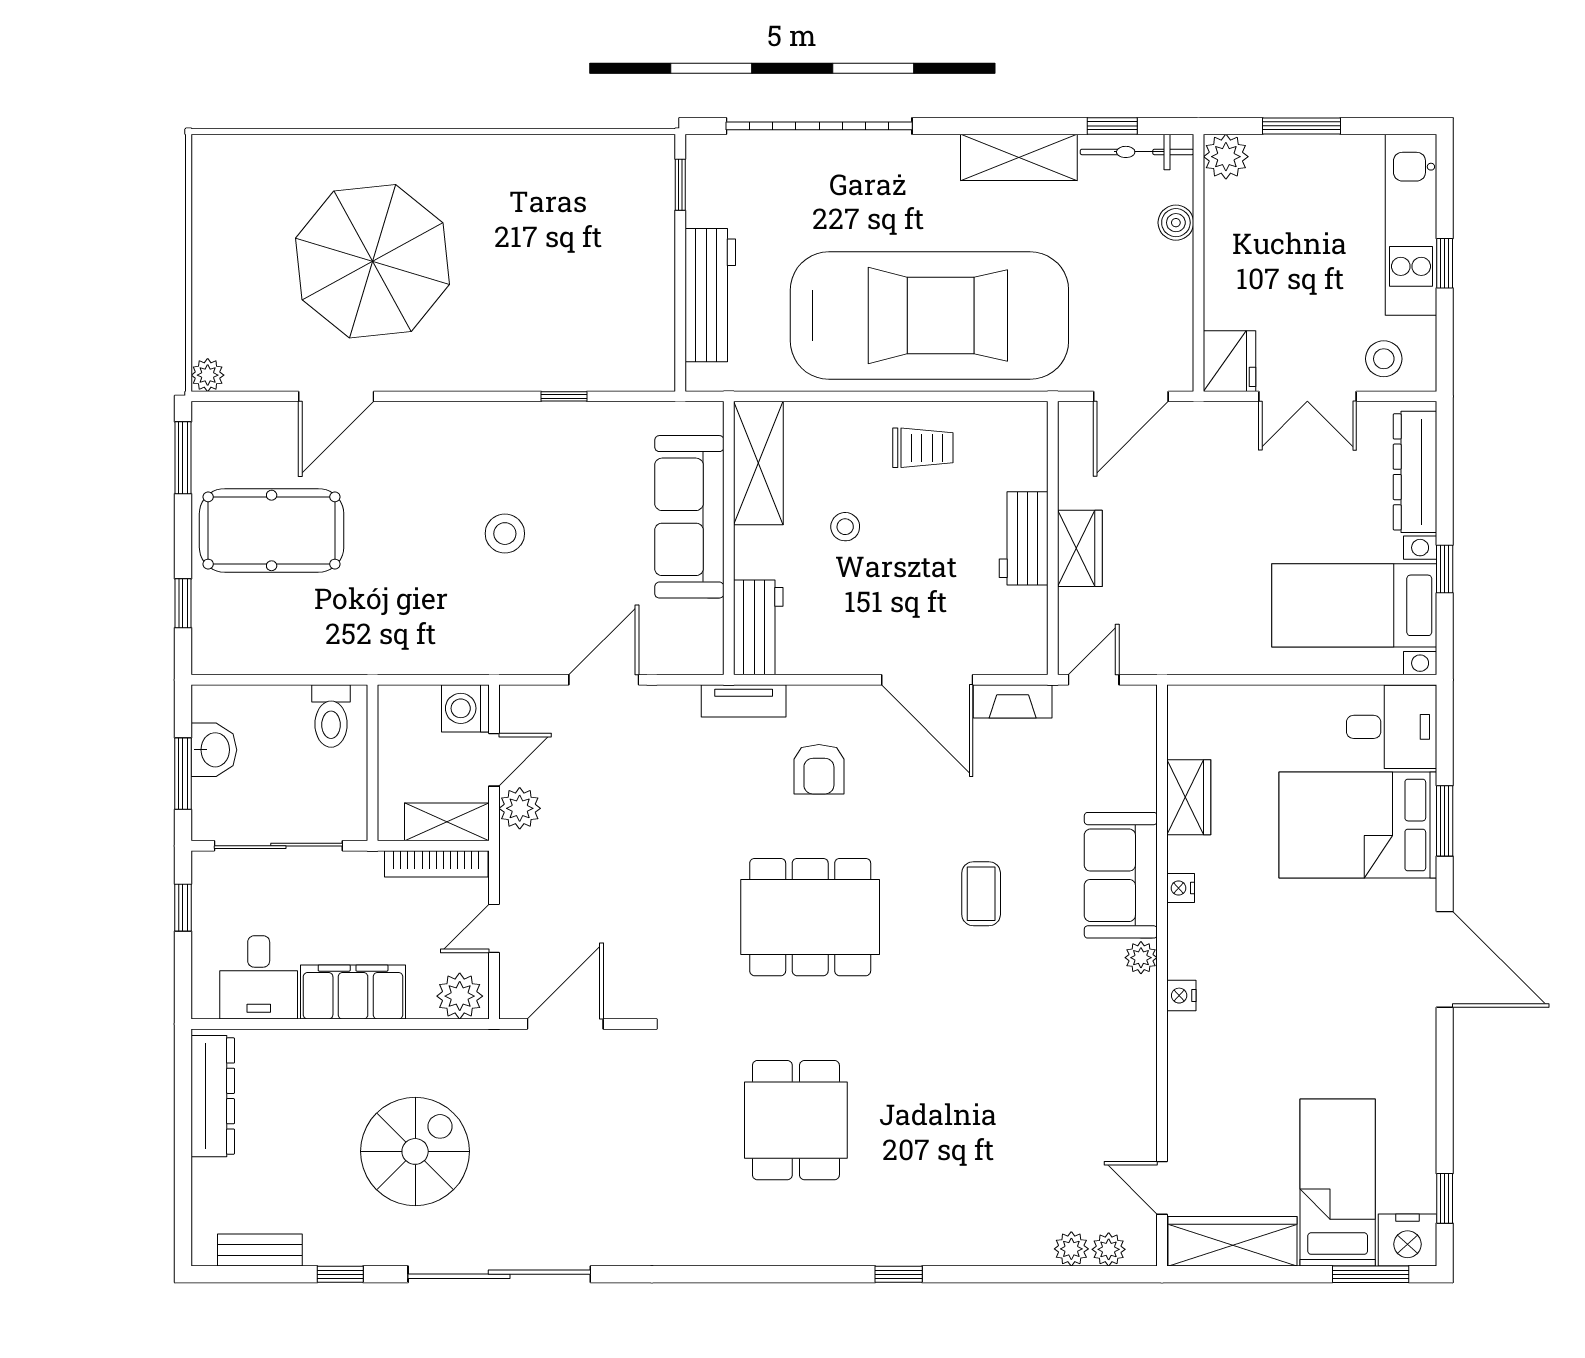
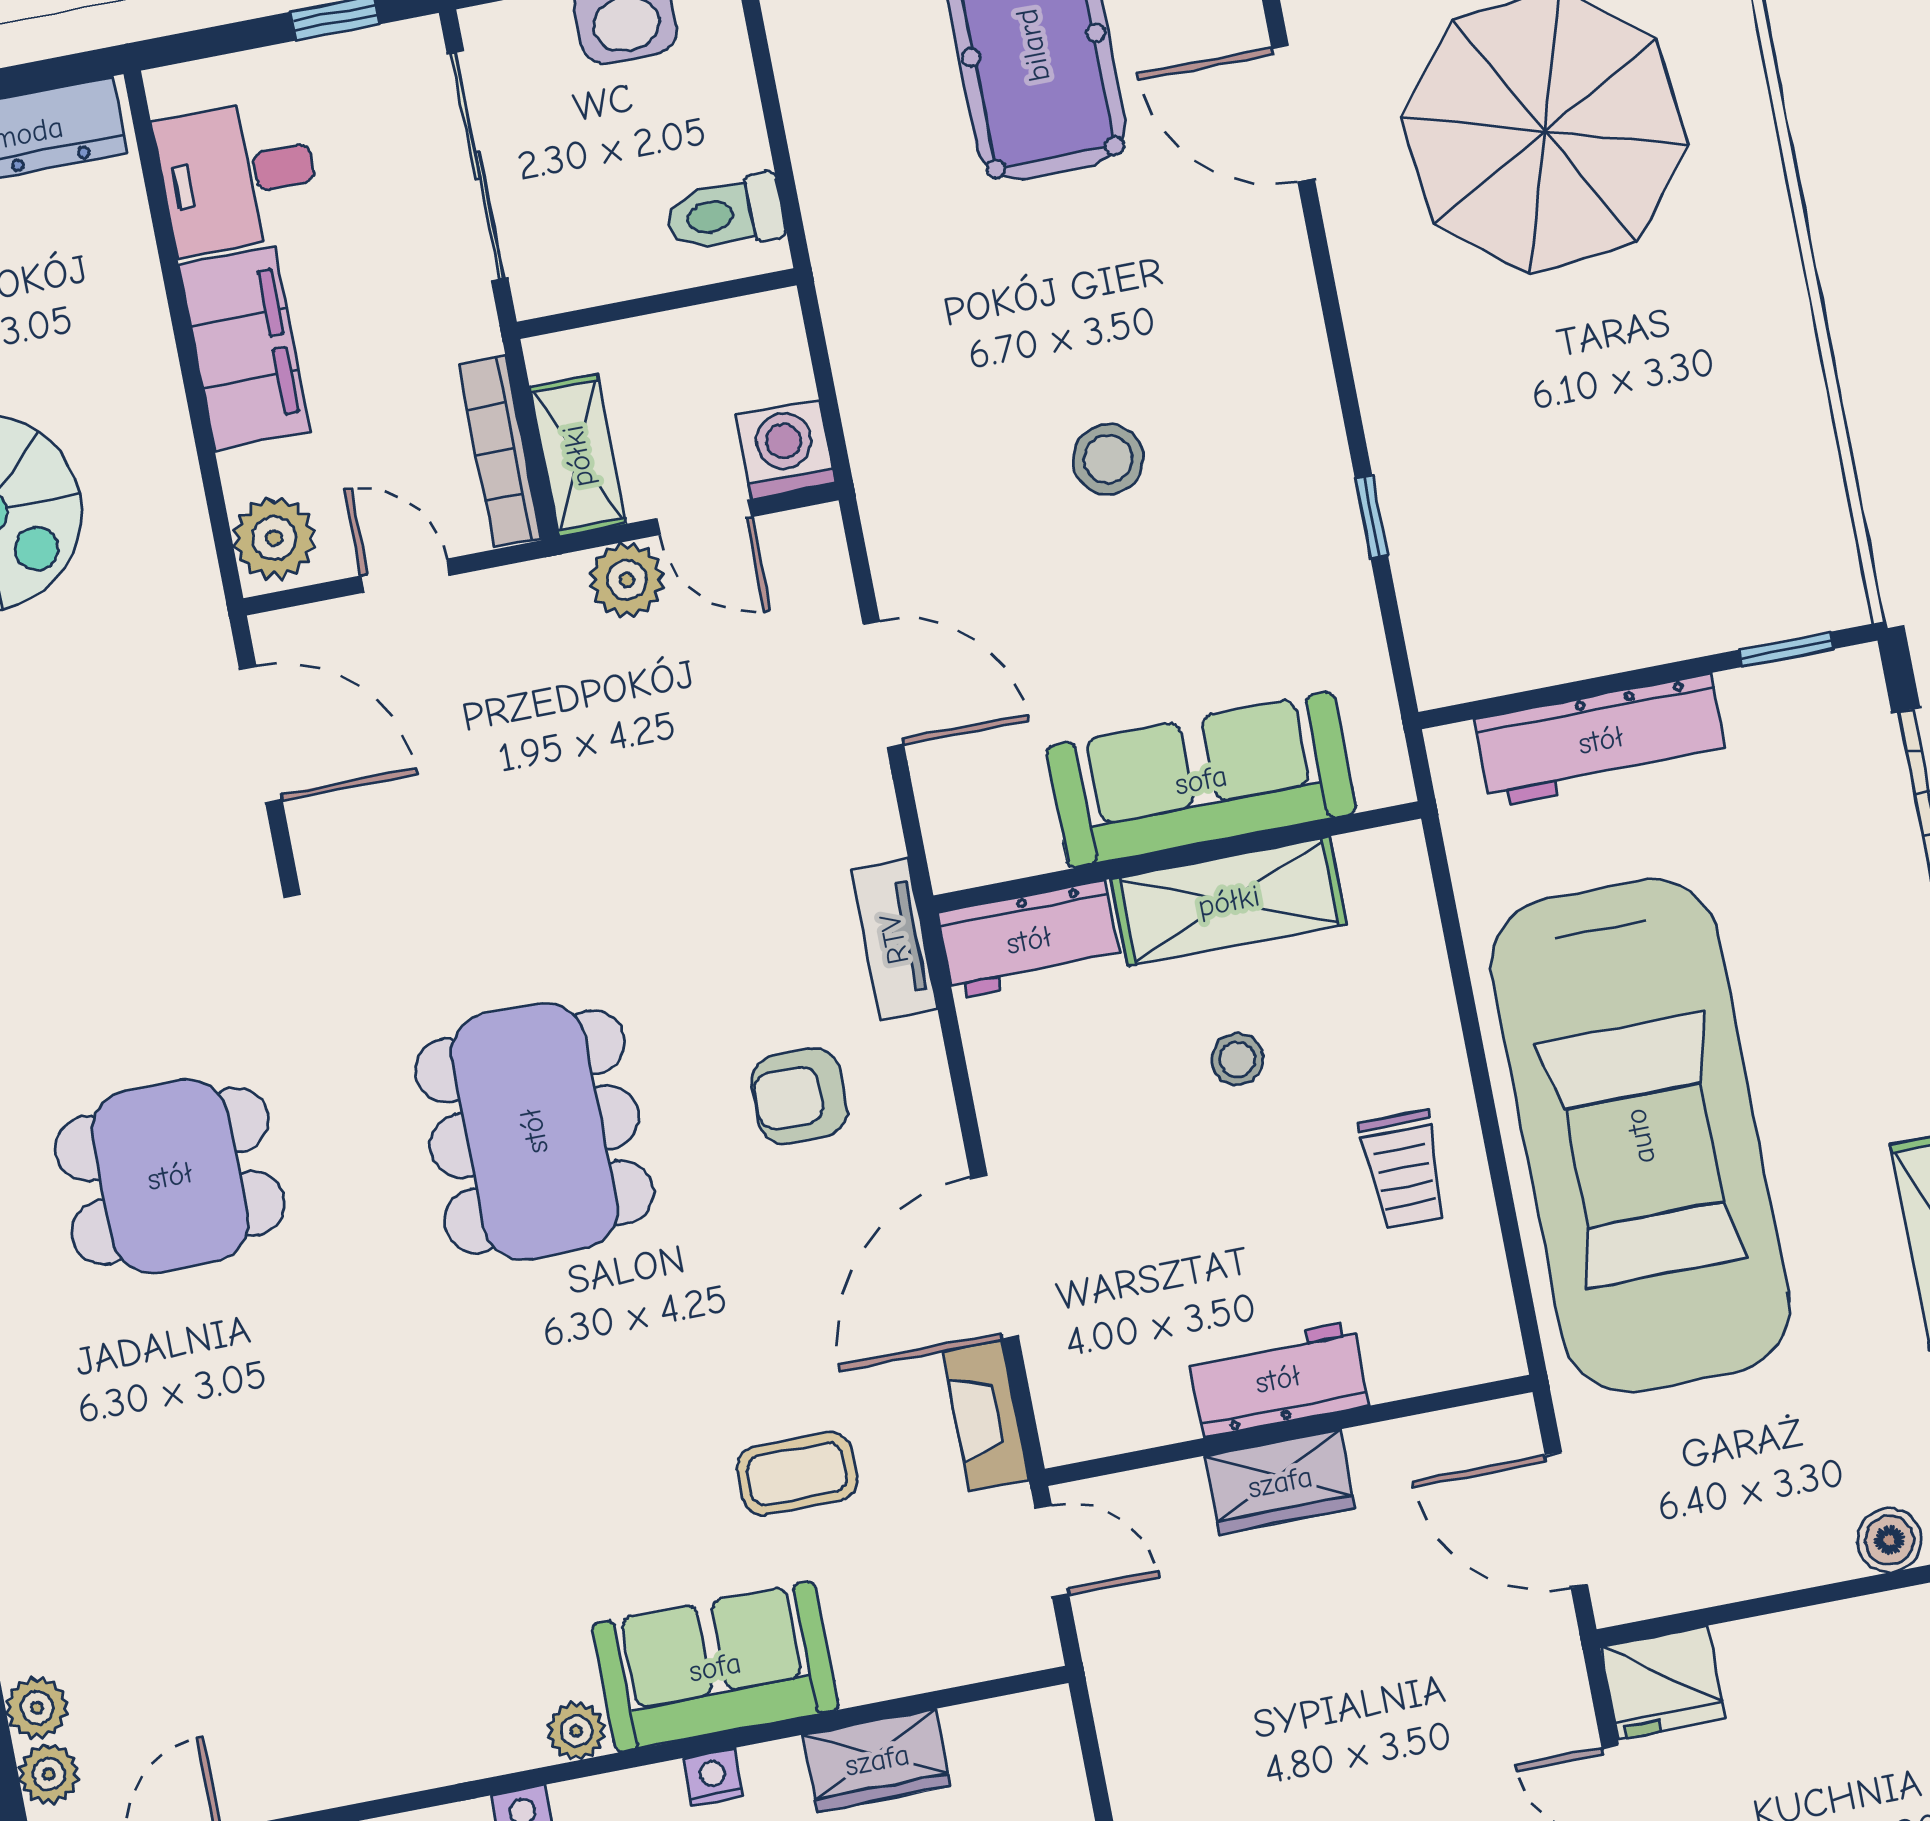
shelving: (758, 463) -> (1229, 901), moved
coffee table: (981, 894) -> (797, 1474), moved

